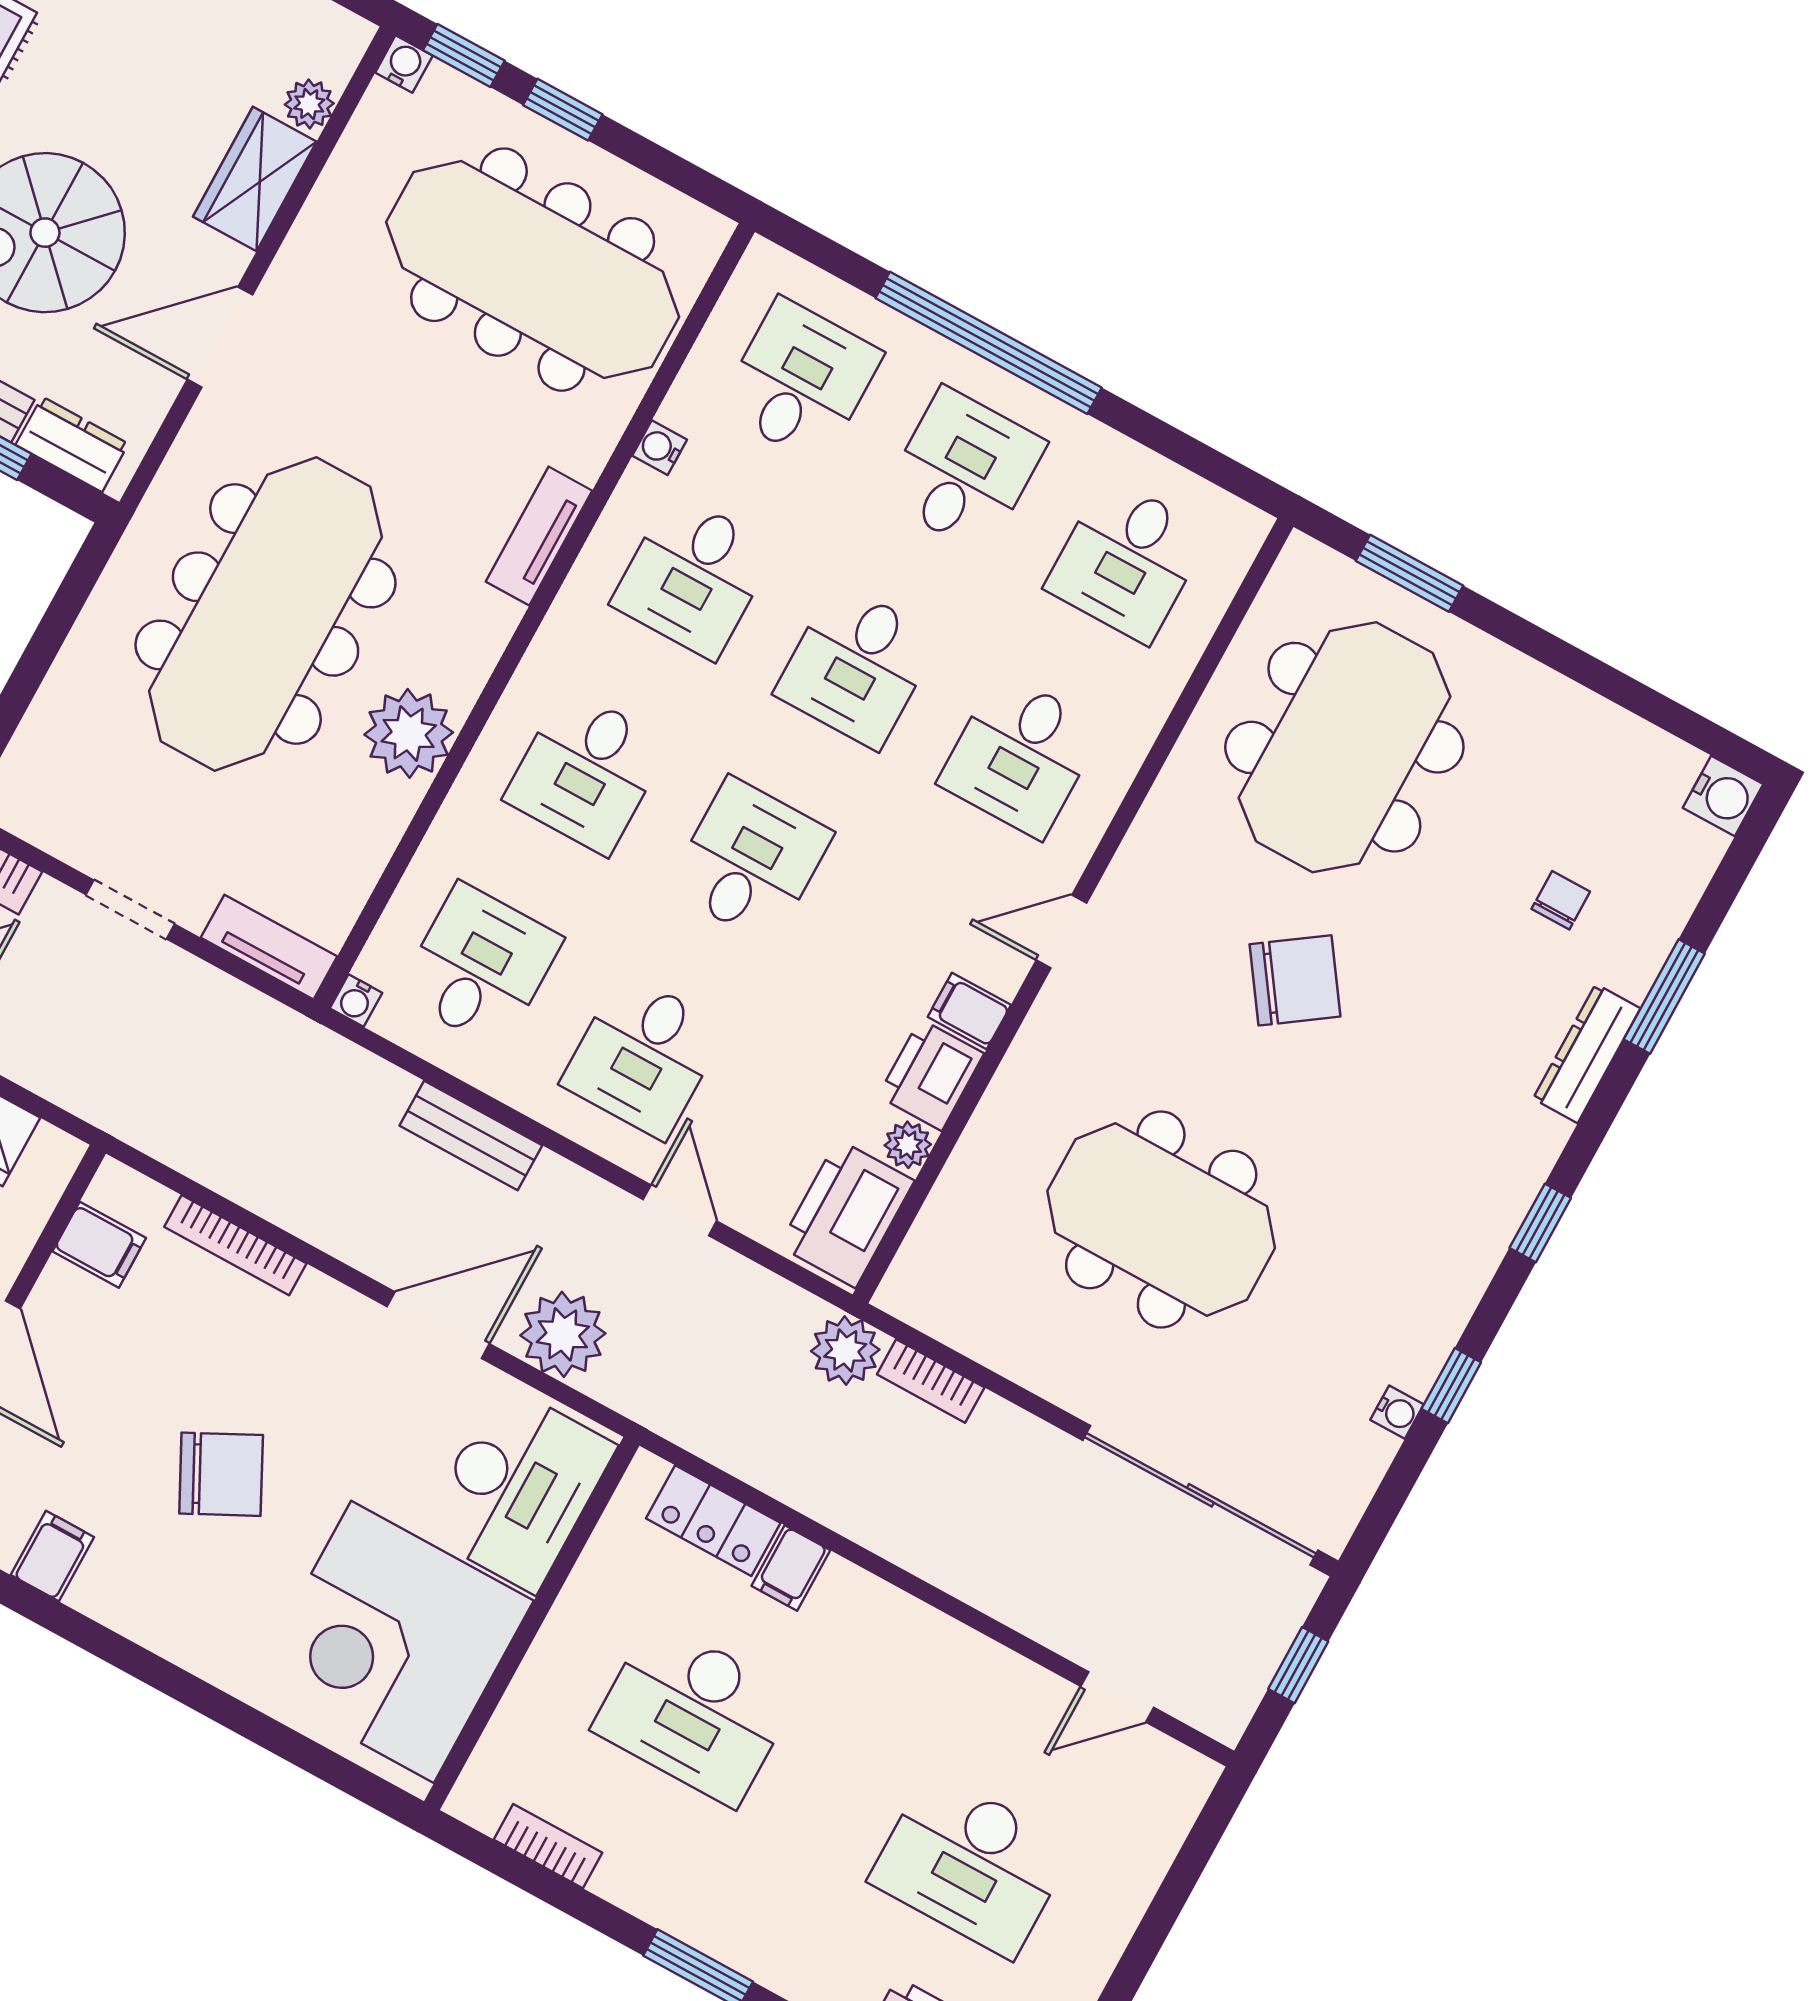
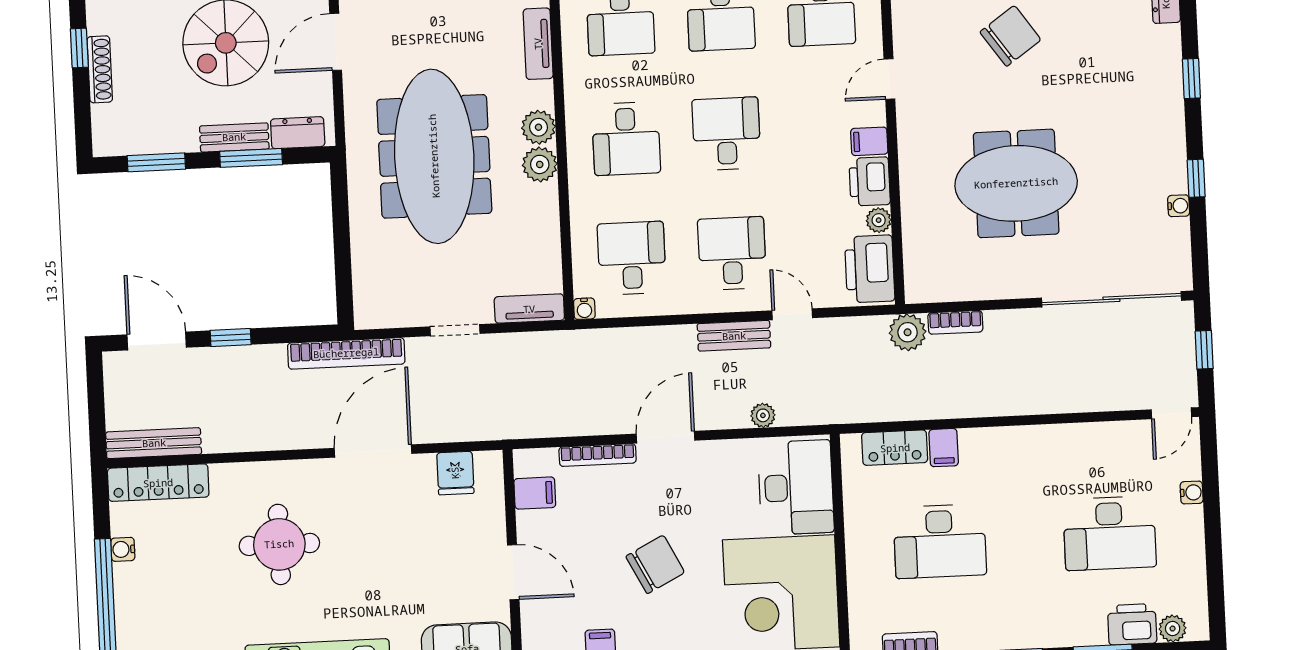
plant: (459, 669) -> (538, 127), added
plant: (409, 733) -> (540, 164), width x0.73, depth x0.73
desk: (643, 1056) -> (732, 253), turned 180
bench: (471, 1136) -> (734, 336), moved
door: (438, 1325) -> (665, 437), moved
plant: (563, 1334) -> (763, 415), width x0.53, depth x0.53
door: (1117, 1697) -> (1171, 413), moved
water cooler: (1140, 1879) -> (1192, 492), added

